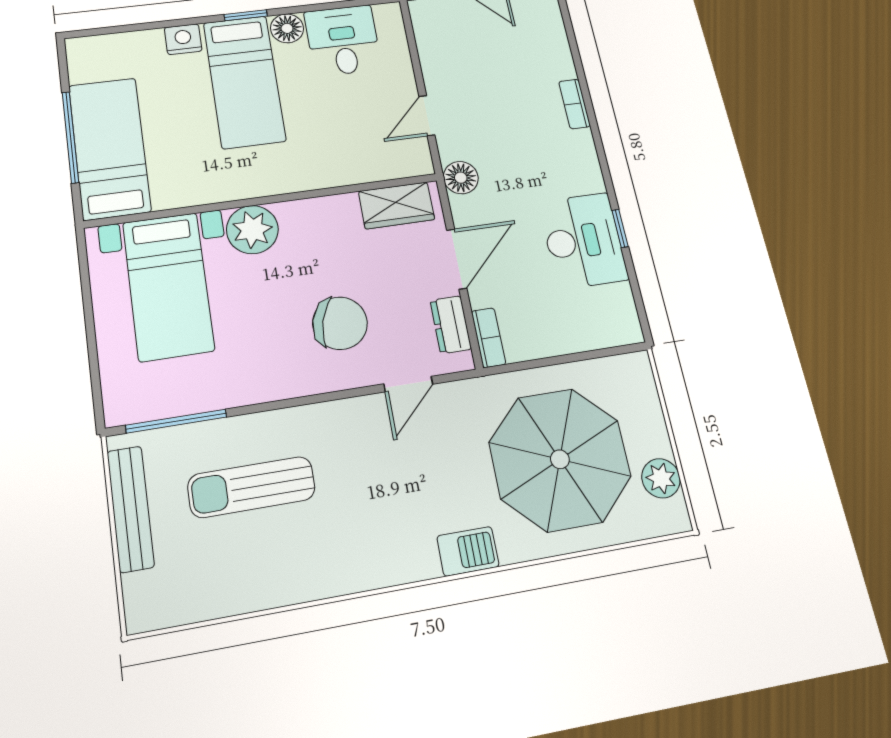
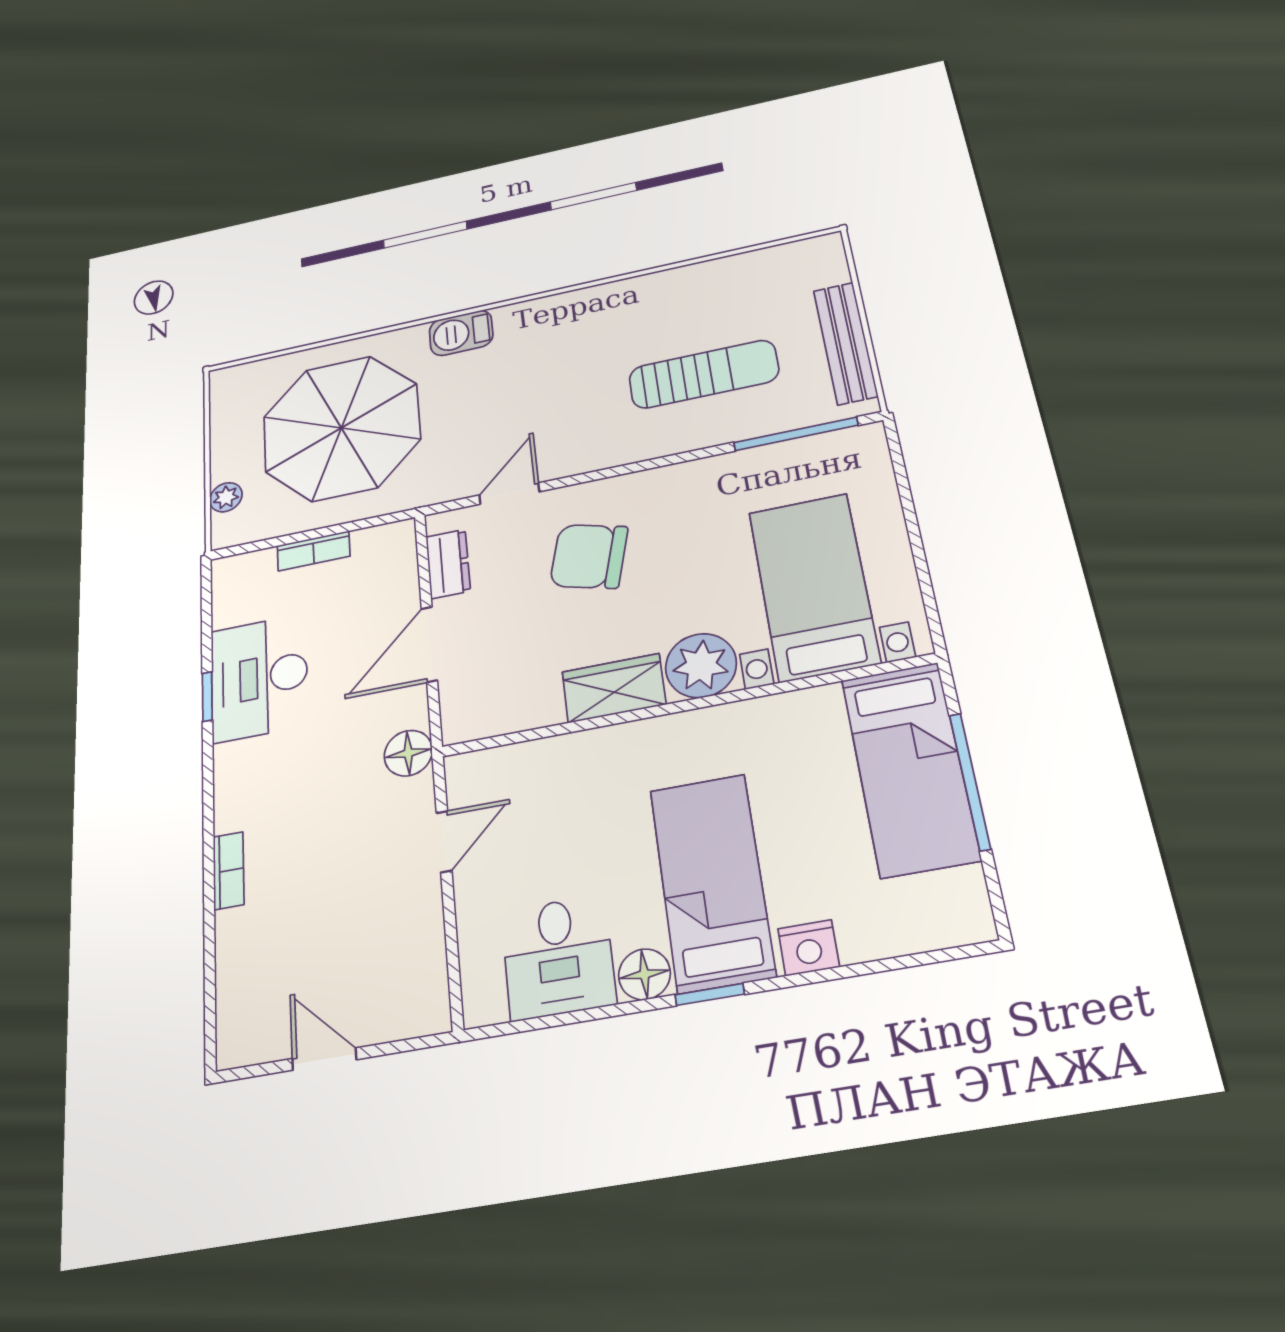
wardrobe: (396, 205) -> (614, 688), moved
bookcase: (489, 338) -> (314, 551), moved, turned -90
plant: (661, 478) -> (226, 497), moved, width x0.73, depth x0.73

